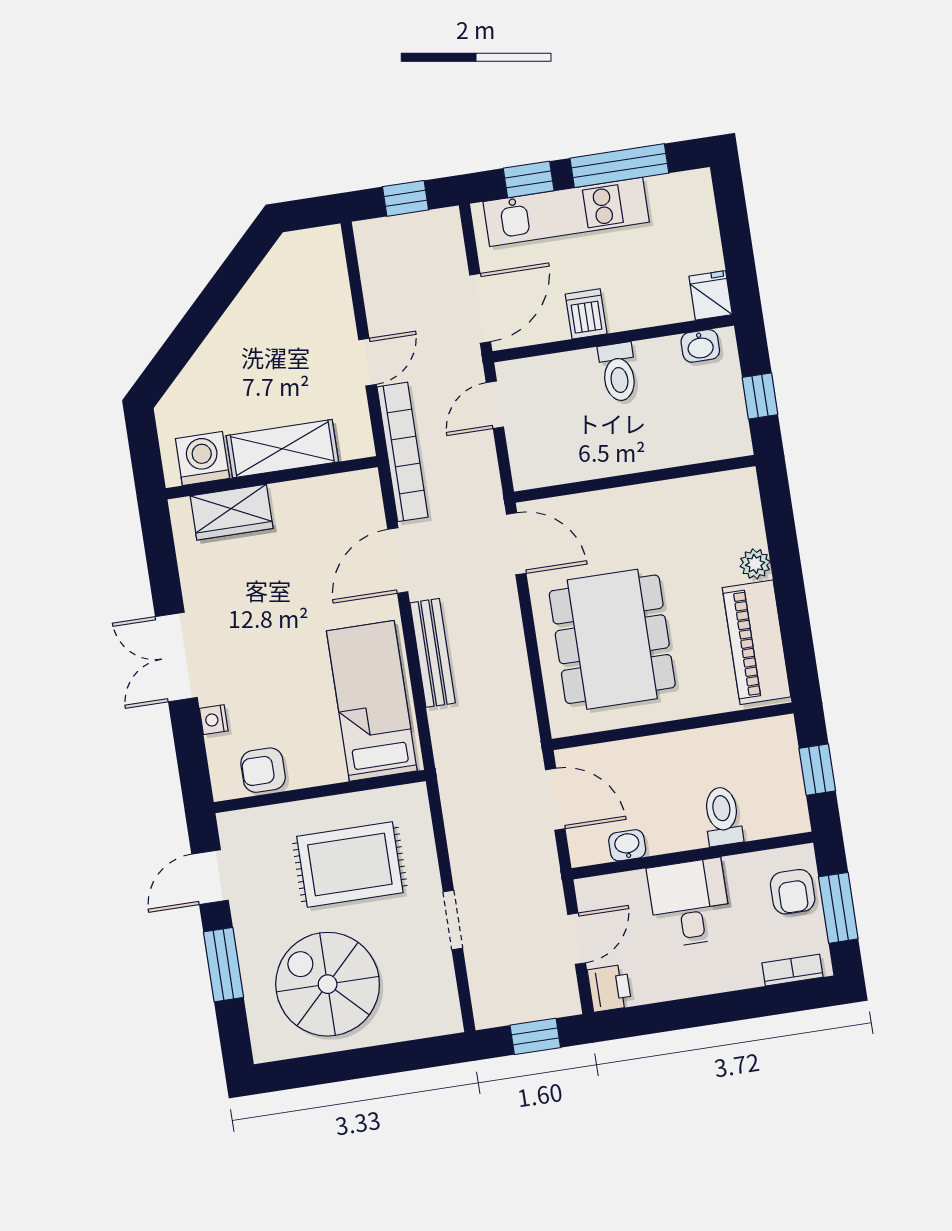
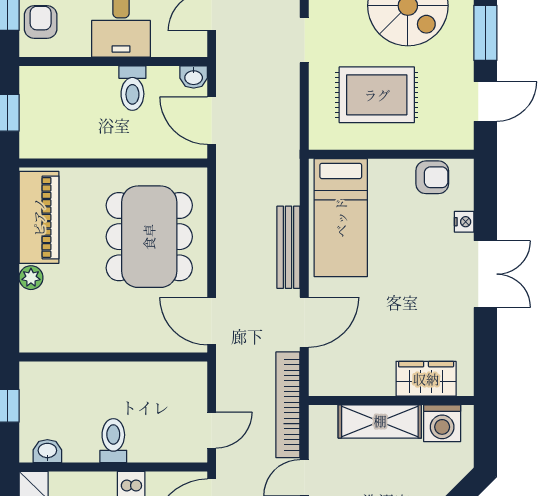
toilet: (723, 816) -> (132, 88), moved
washbasin: (627, 845) -> (194, 77), moved

